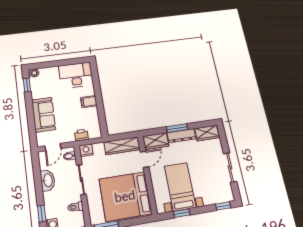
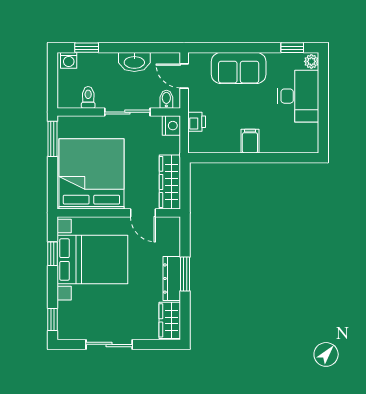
desk: (76, 75) -> (298, 96), moved
wardrobe: (156, 141) -> (169, 236), removed
bed with nightstands: (180, 187) -> (92, 260), width x1.36

